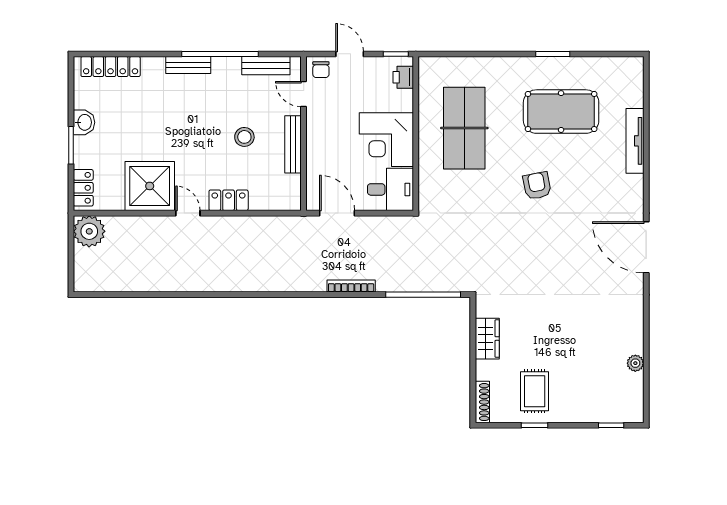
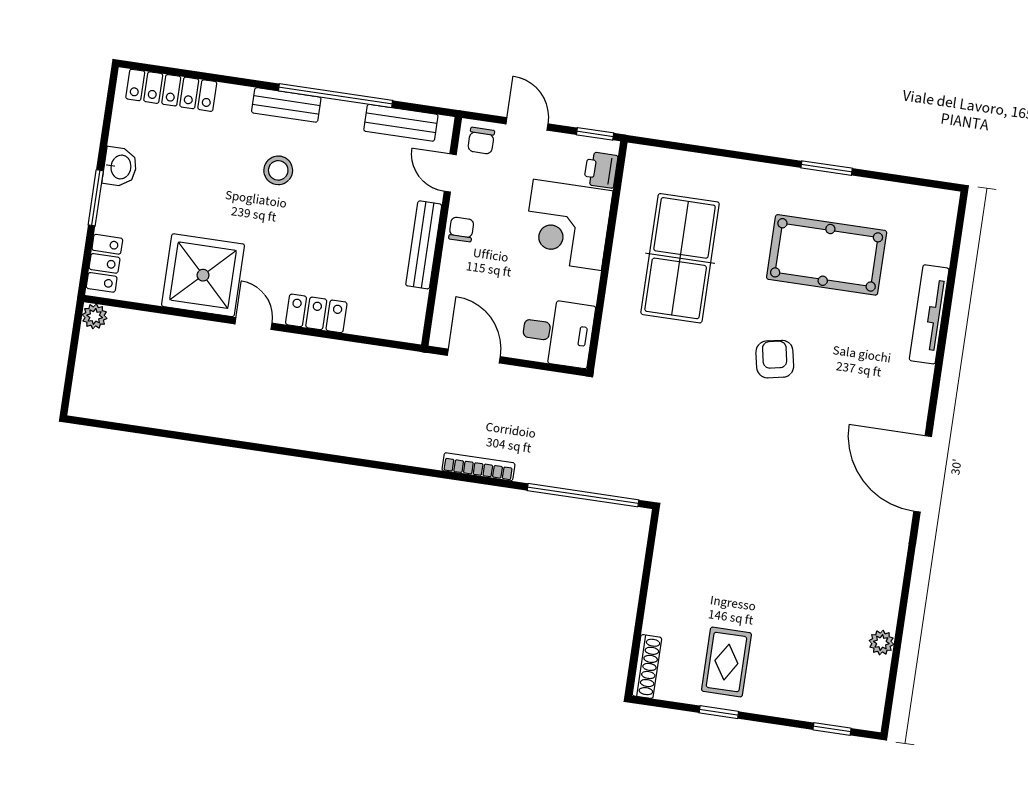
chair: (316, 130) -> (461, 229), added
stool: (244, 137) -> (278, 170), moved
corner desk: (386, 140) -> (567, 225), moved
plant: (89, 231) -> (95, 316), width x0.53, depth x0.53
wardrobe: (487, 339) -> (668, 574), removed

